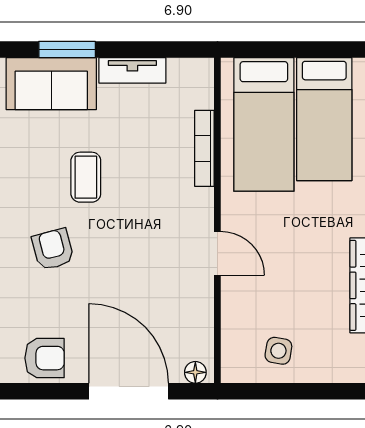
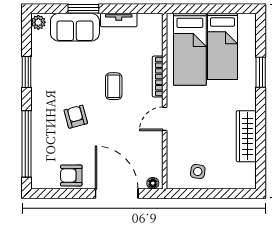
bookcase: (204, 148) -> (158, 77), moved
coffee table: (86, 177) -> (114, 86), moved
door: (217, 253) -> (165, 119), swing flipped
armchair: (45, 358) -> (71, 175), turned 180

